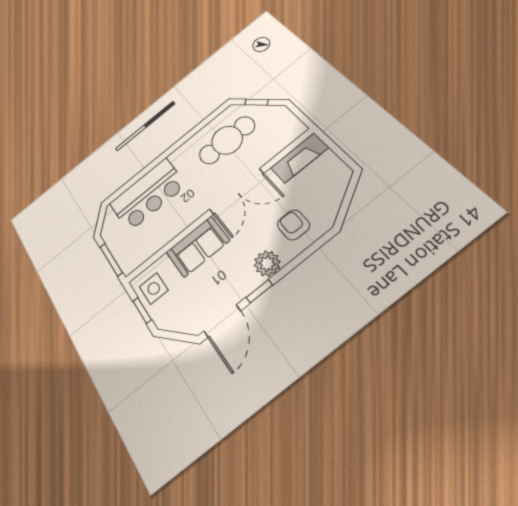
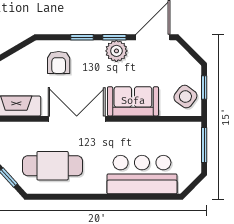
plant: (267, 264) -> (116, 51), moved
window: (291, 266) -> (82, 37), added
side table: (154, 289) -> (185, 97), turned 37

